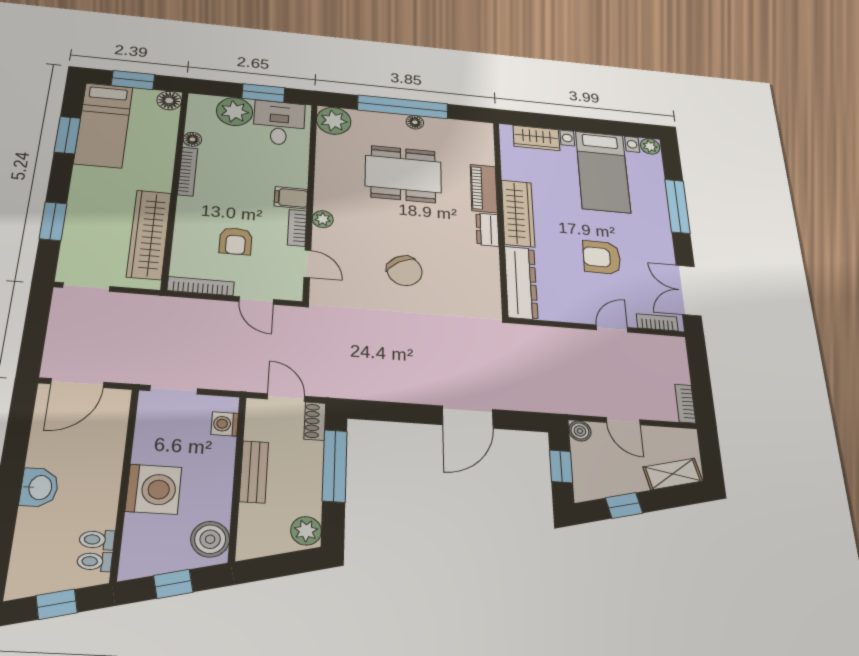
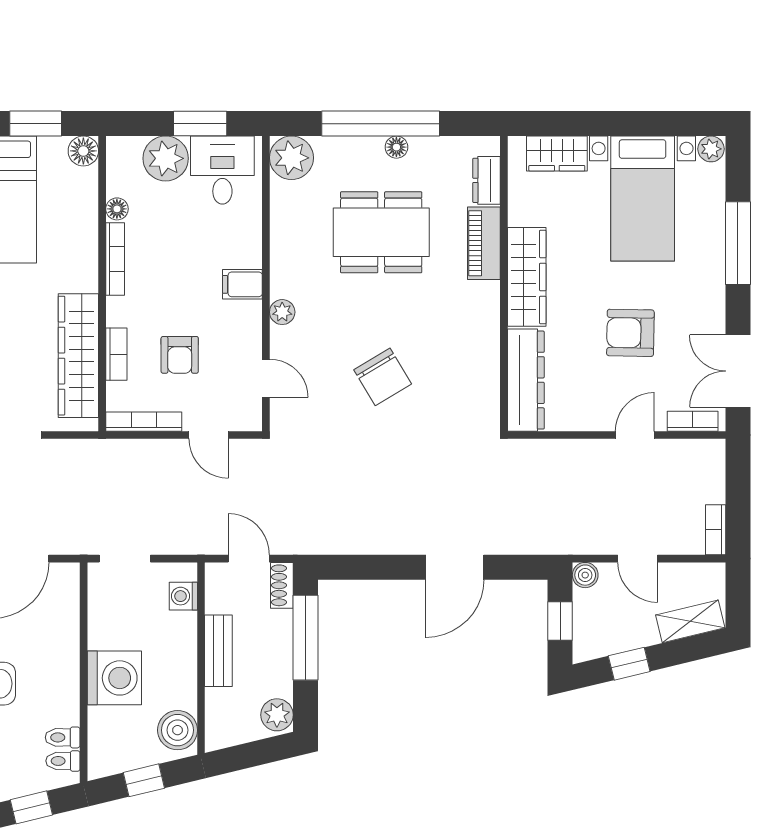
bookcase: (297, 228) -> (116, 354), moved, turned 180
dresser: (487, 230) -> (487, 180), moved

